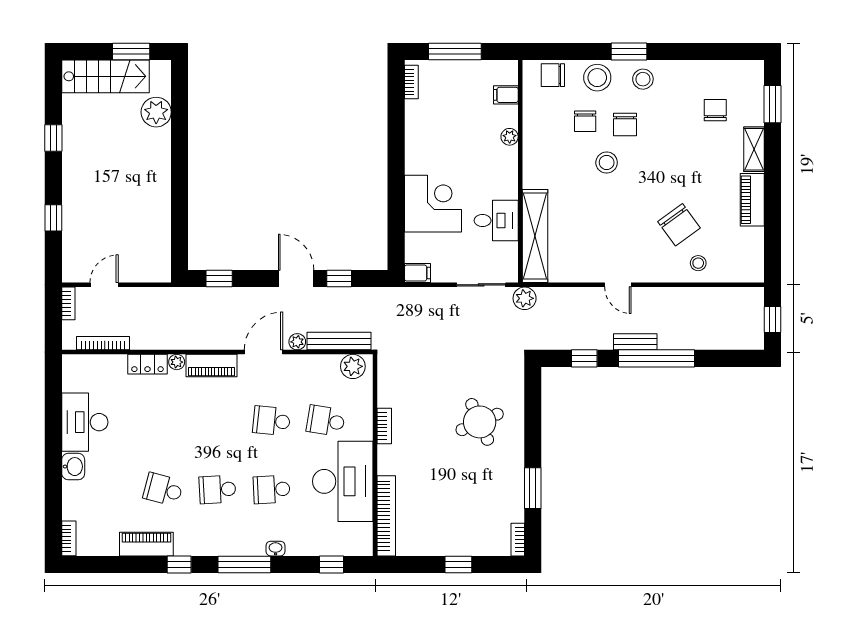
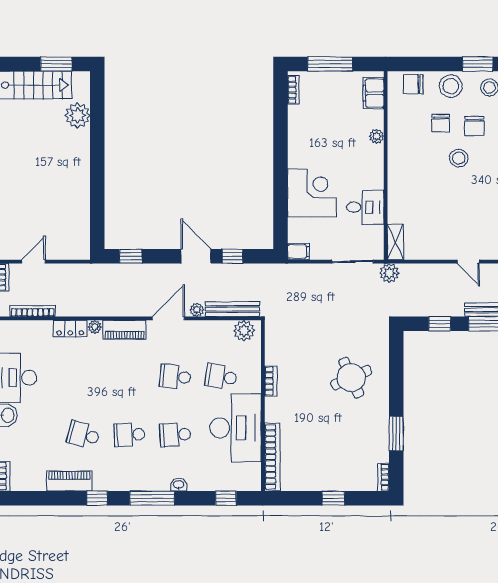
filing cabinet: (506, 95) -> (373, 93), width x2.00
shelving: (535, 236) -> (395, 242), width x0.45, depth x0.75

